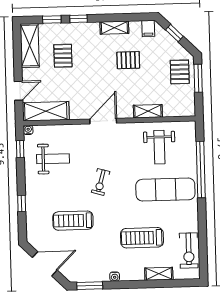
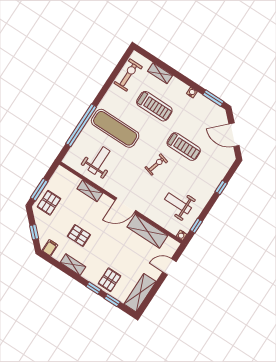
pallet: (63, 56) -> (110, 280), moved
shelving: (46, 111) -> (147, 231), moved
treadmill: (73, 221) -> (184, 147), moved

